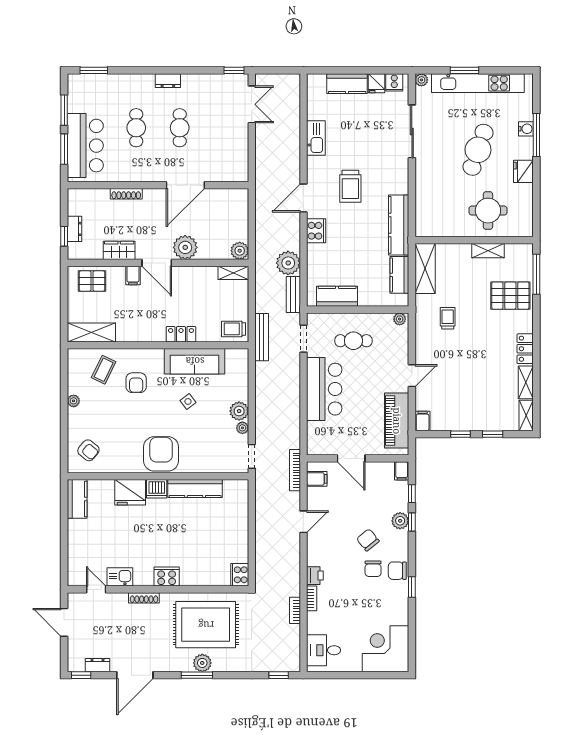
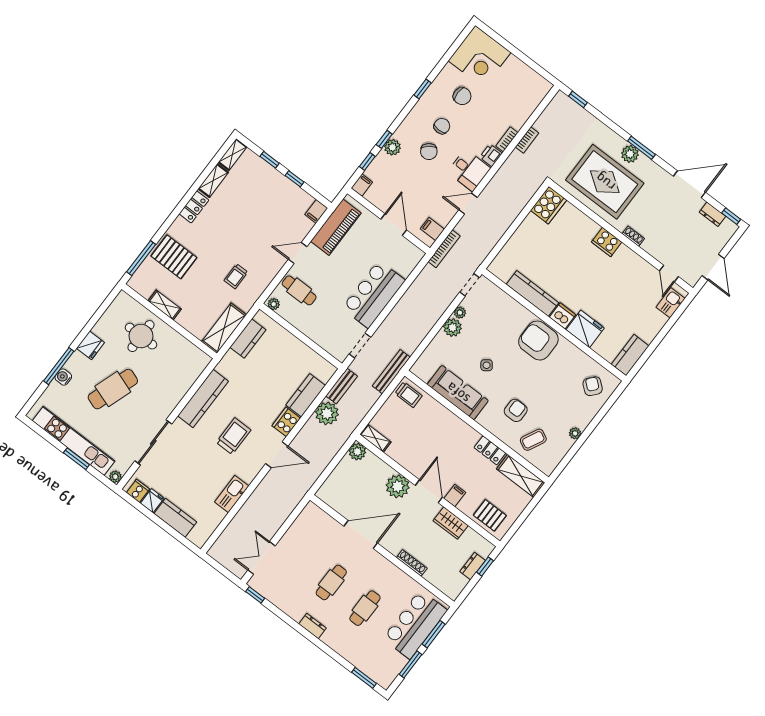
kitchen counter: (399, 225) -> (203, 399), moved
kitchen counter: (337, 296) -> (306, 395), moved, turned 90
locker: (181, 334) -> (490, 450), moved
cafe table: (353, 341) -> (299, 290), moved
armchair: (161, 454) -> (538, 341), turned 90
chair: (397, 571) -> (462, 96), moved
cooker: (240, 575) -> (548, 205), width x1.37, depth x1.31
kitchen sink: (120, 577) -> (671, 303), moved, turned 90
shoe rack: (144, 598) -> (633, 236), width x0.70
desk: (324, 650) -> (469, 170), moved

